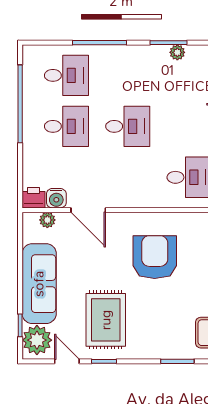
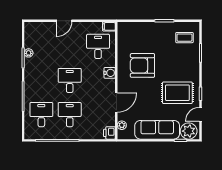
water cooler: (56, 198) -> (110, 73), moved

